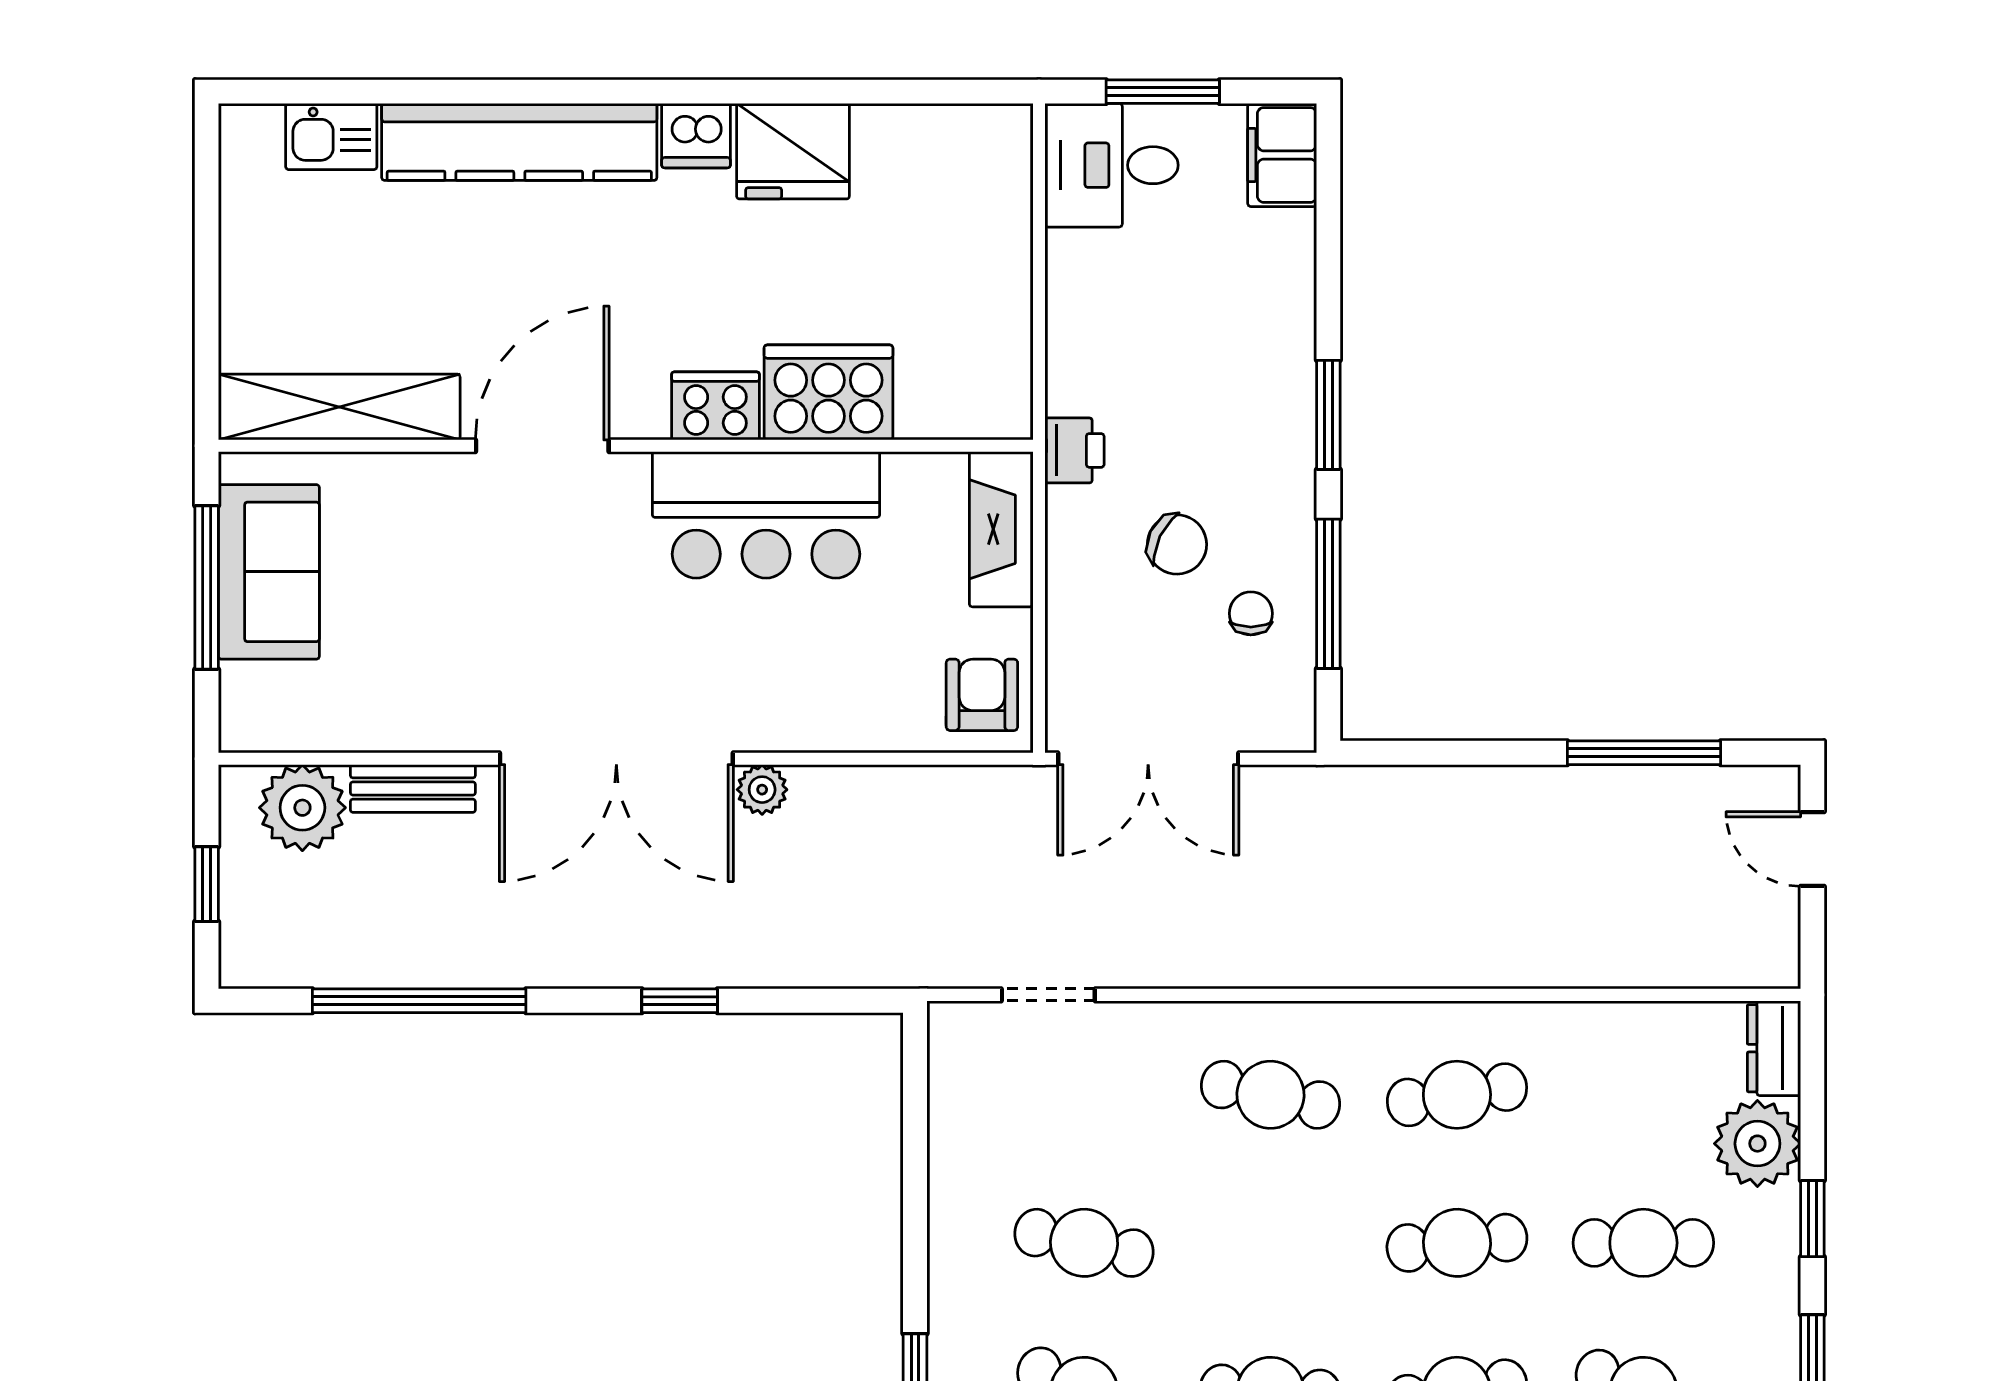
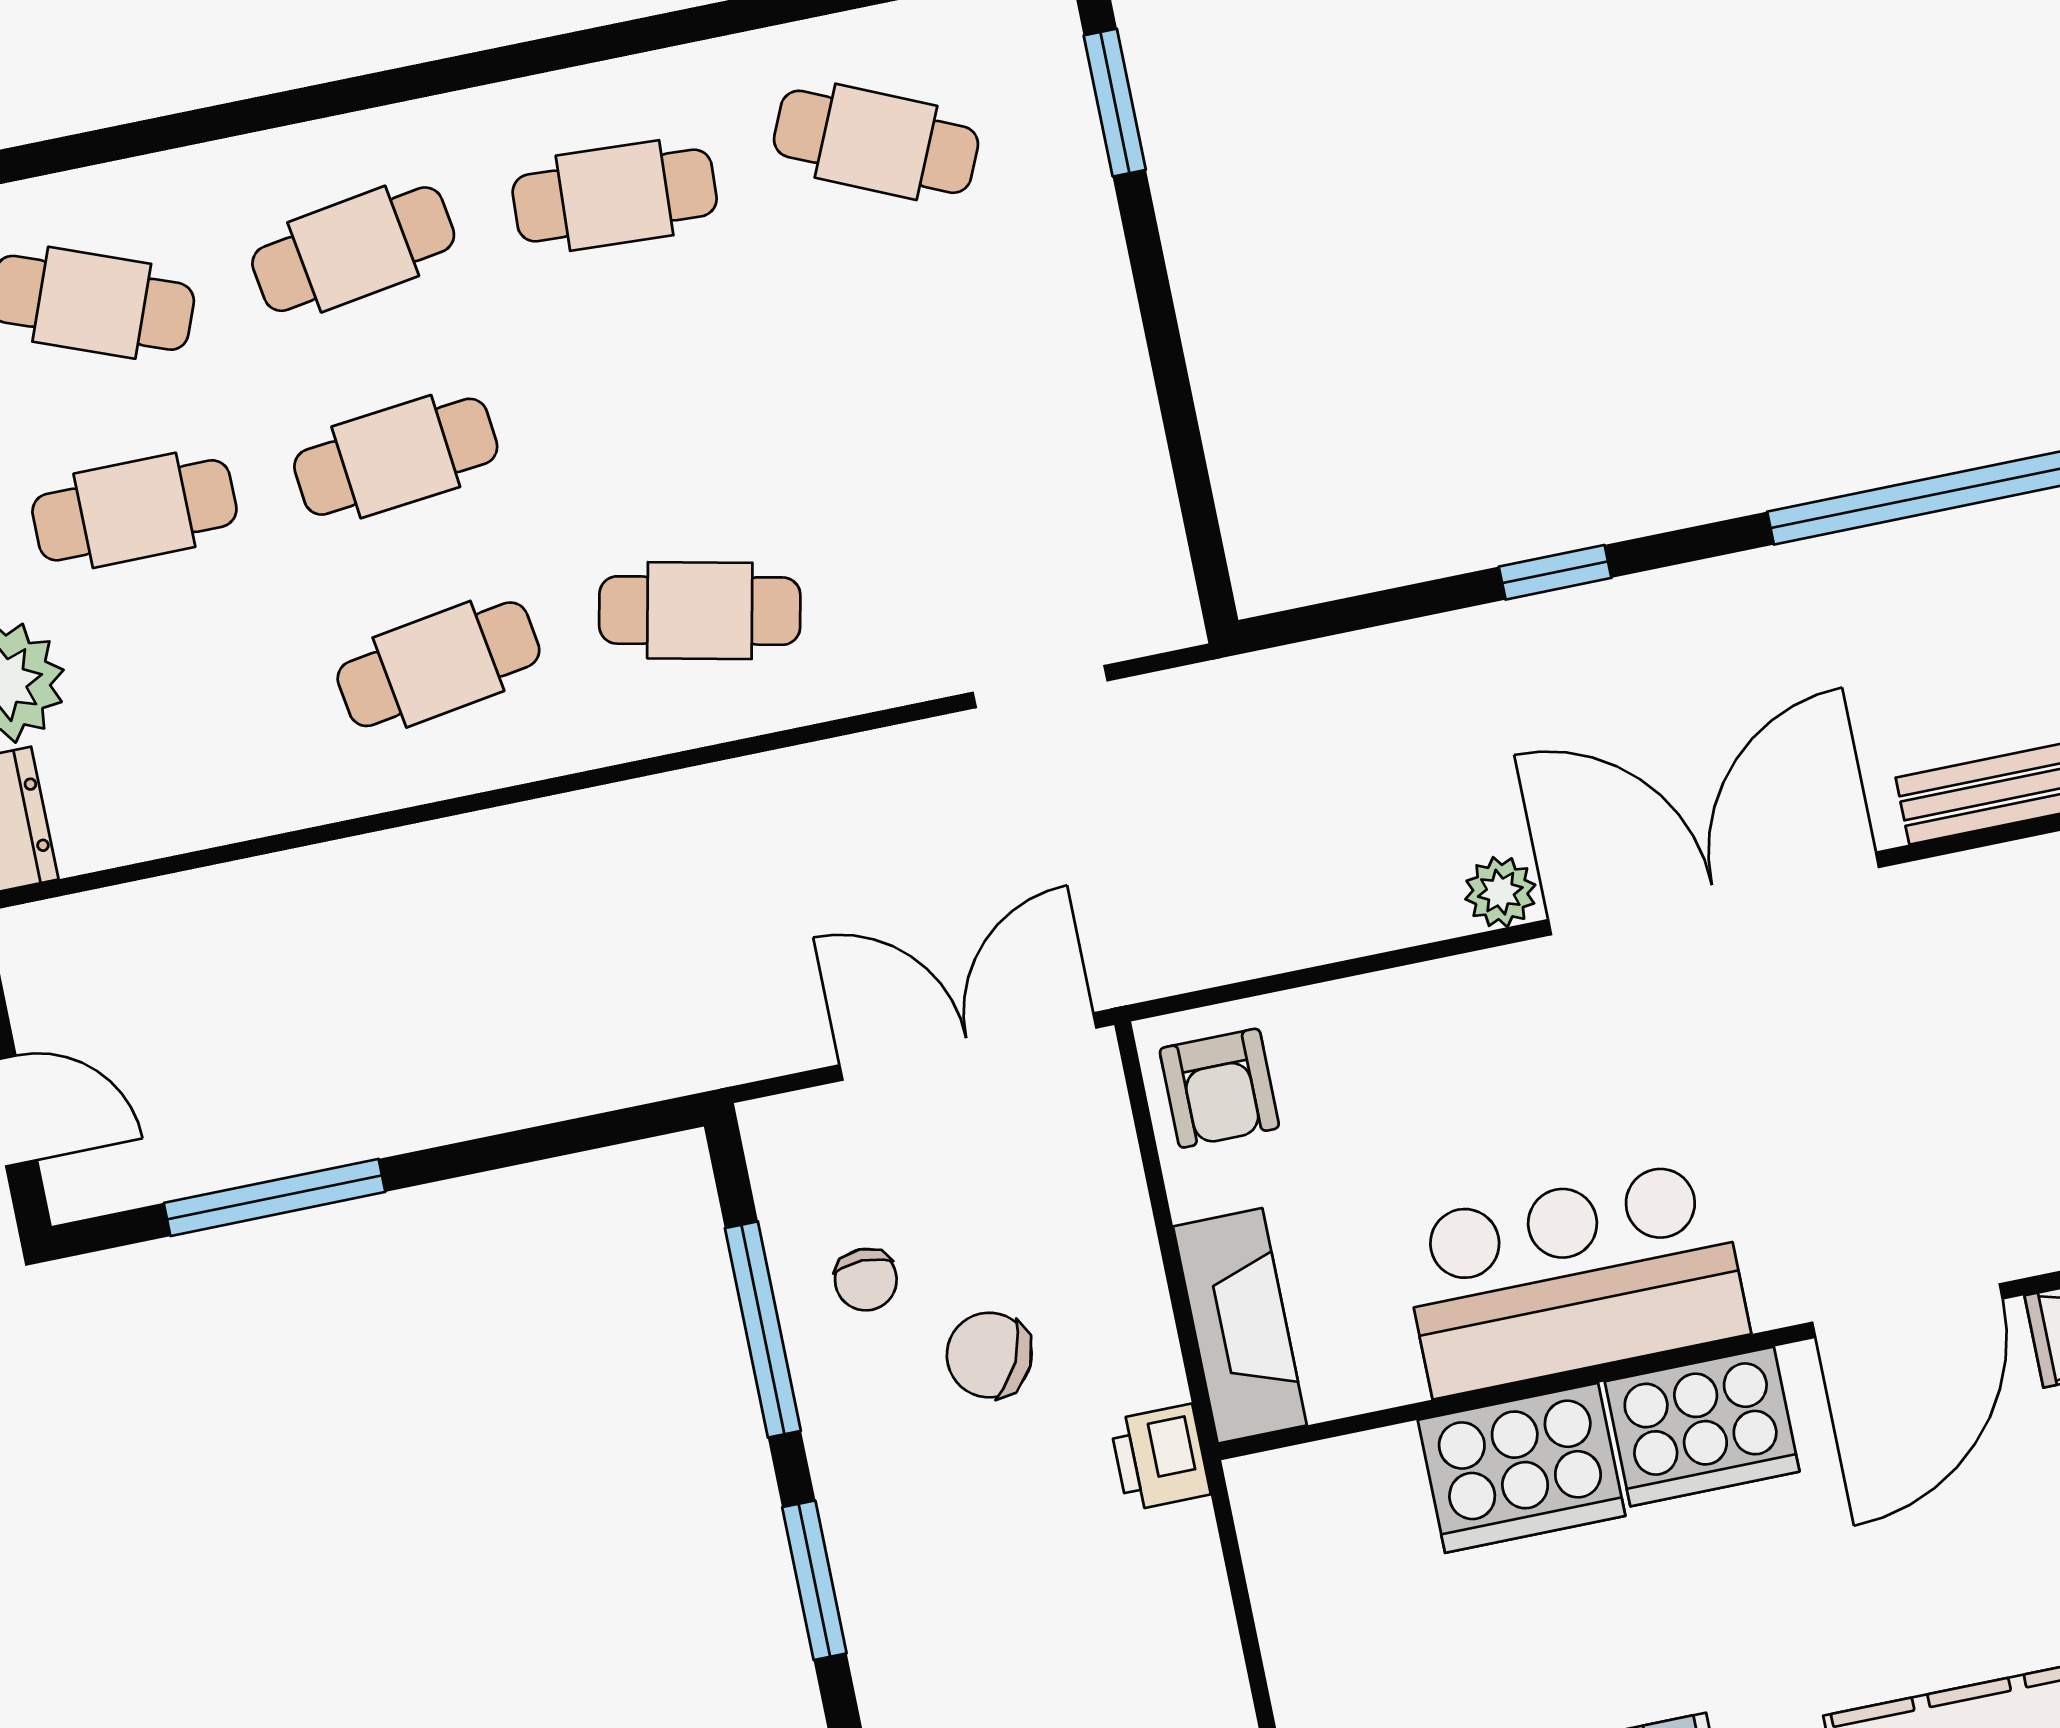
cooker: (715, 406) -> (1702, 1427), width x1.37, depth x1.31
cafe table: (1084, 1243) -> (919, 349), removed

